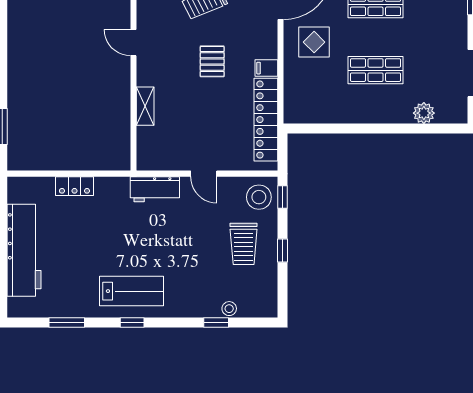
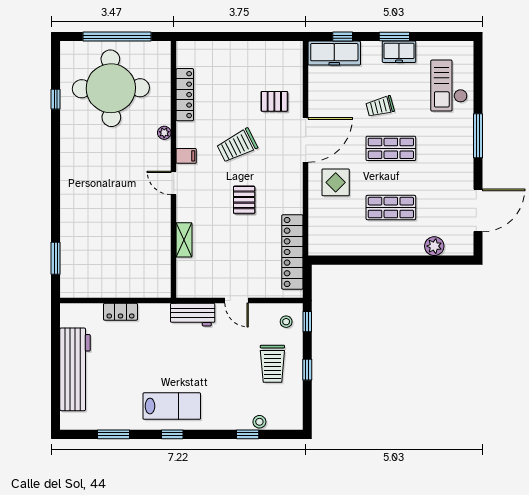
filing cabinet: (266, 68) -> (186, 156), moved, turned 180
stool: (259, 197) -> (286, 322), width x0.53, depth x0.53

